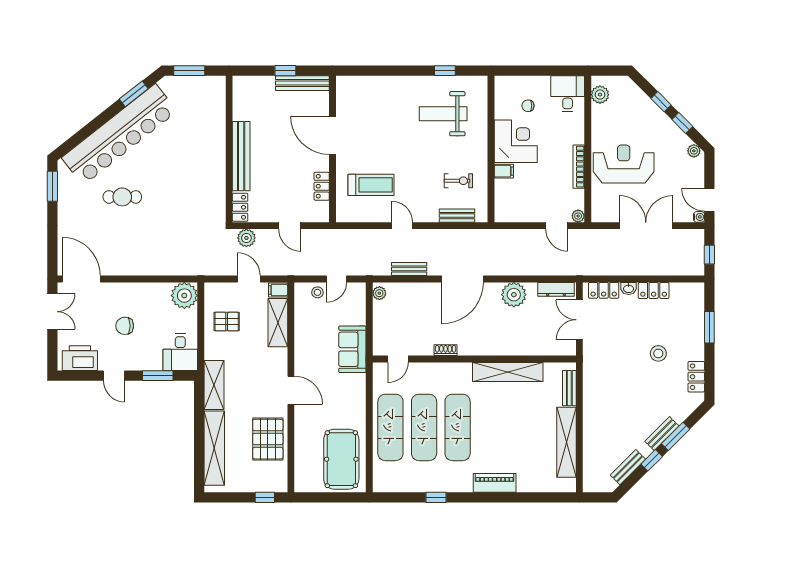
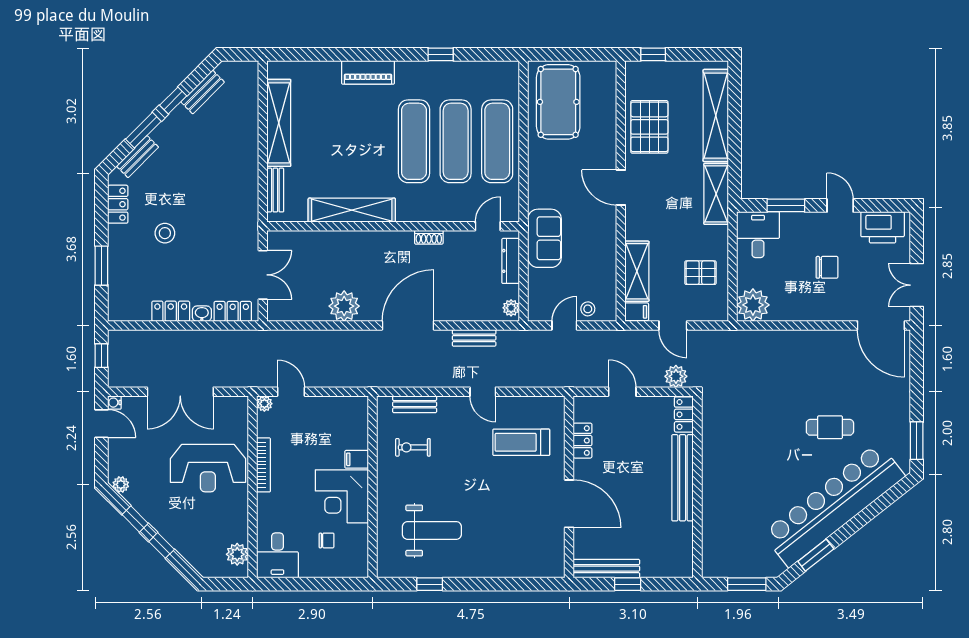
dresser: (556, 289) -> (511, 261), moved, turned -90
bench: (662, 434) -> (138, 157), moved

